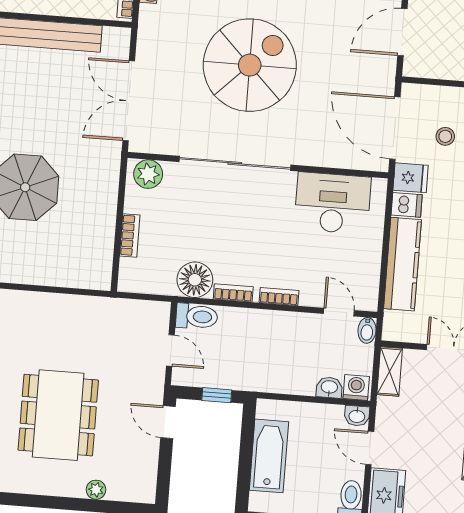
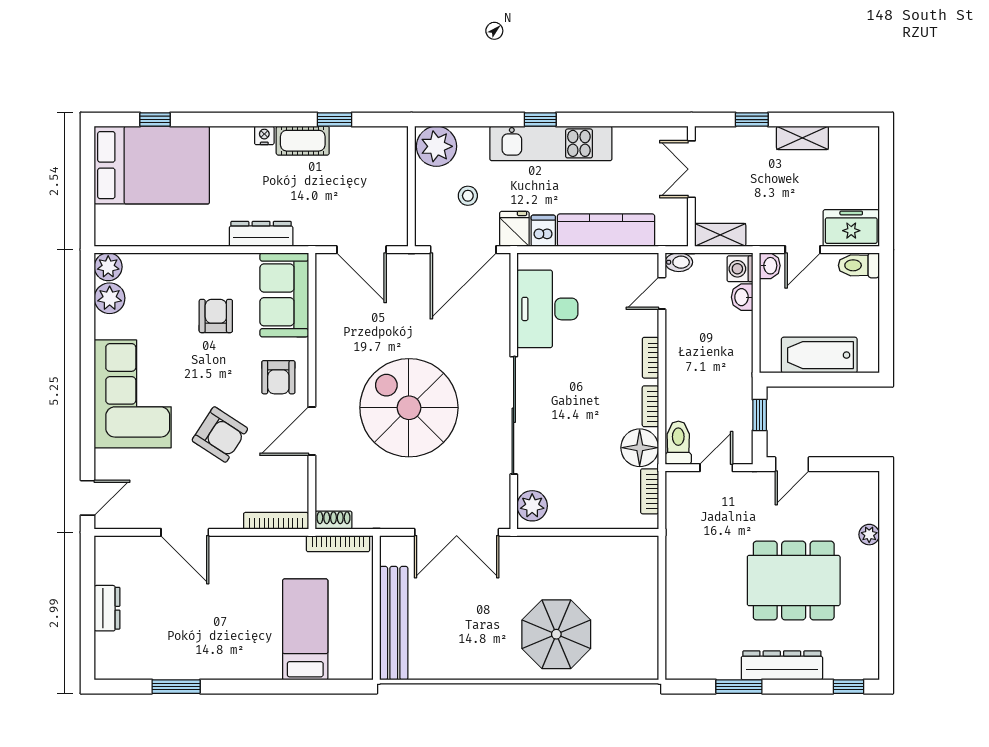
bookcase: (130, 235) -> (650, 491), moved, turned -90

